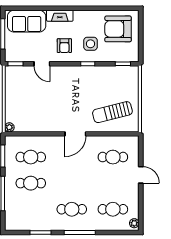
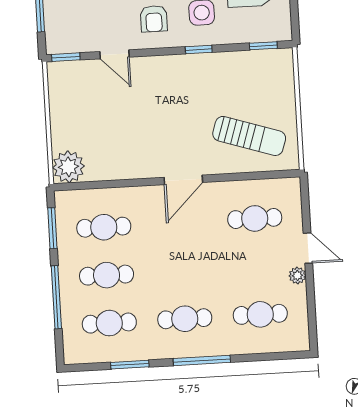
sun lounger: (112, 112) -> (249, 136), turned -148
plant: (9, 127) -> (68, 167), width x1.88, depth x1.88
cafe table: (31, 209) -> (109, 323), added
plant: (134, 223) -> (297, 276), moved

